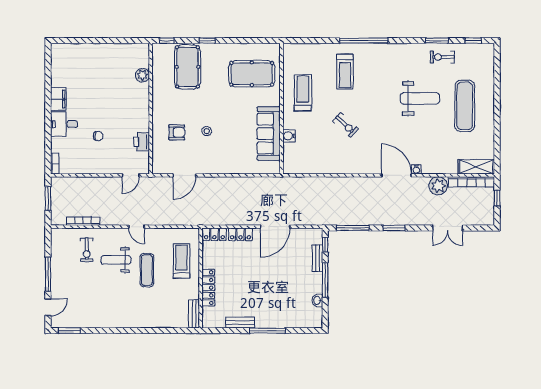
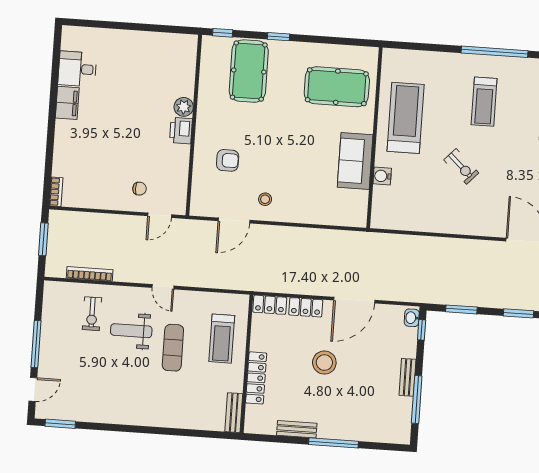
treadmill: (345, 72) -> (484, 102), moved
plant: (142, 75) -> (184, 107), moved
treadmill: (303, 93) -> (406, 118), width x1.37, depth x1.38
desk: (64, 124) -> (77, 69), moved
stool: (207, 131) -> (265, 199), moved
sofa: (269, 134) -> (355, 161), width x0.73
chair: (98, 136) -> (139, 189), moved
printer: (142, 142) -> (181, 131), moved
window: (353, 228) -> (461, 309), width x0.69
bench: (317, 258) -> (408, 377), moved
treadmill: (182, 261) -> (222, 339), turned 180
stool: (257, 273) -> (324, 363), added
window: (325, 280) -> (417, 400), moved
washbasin: (317, 300) -> (412, 318), moved

